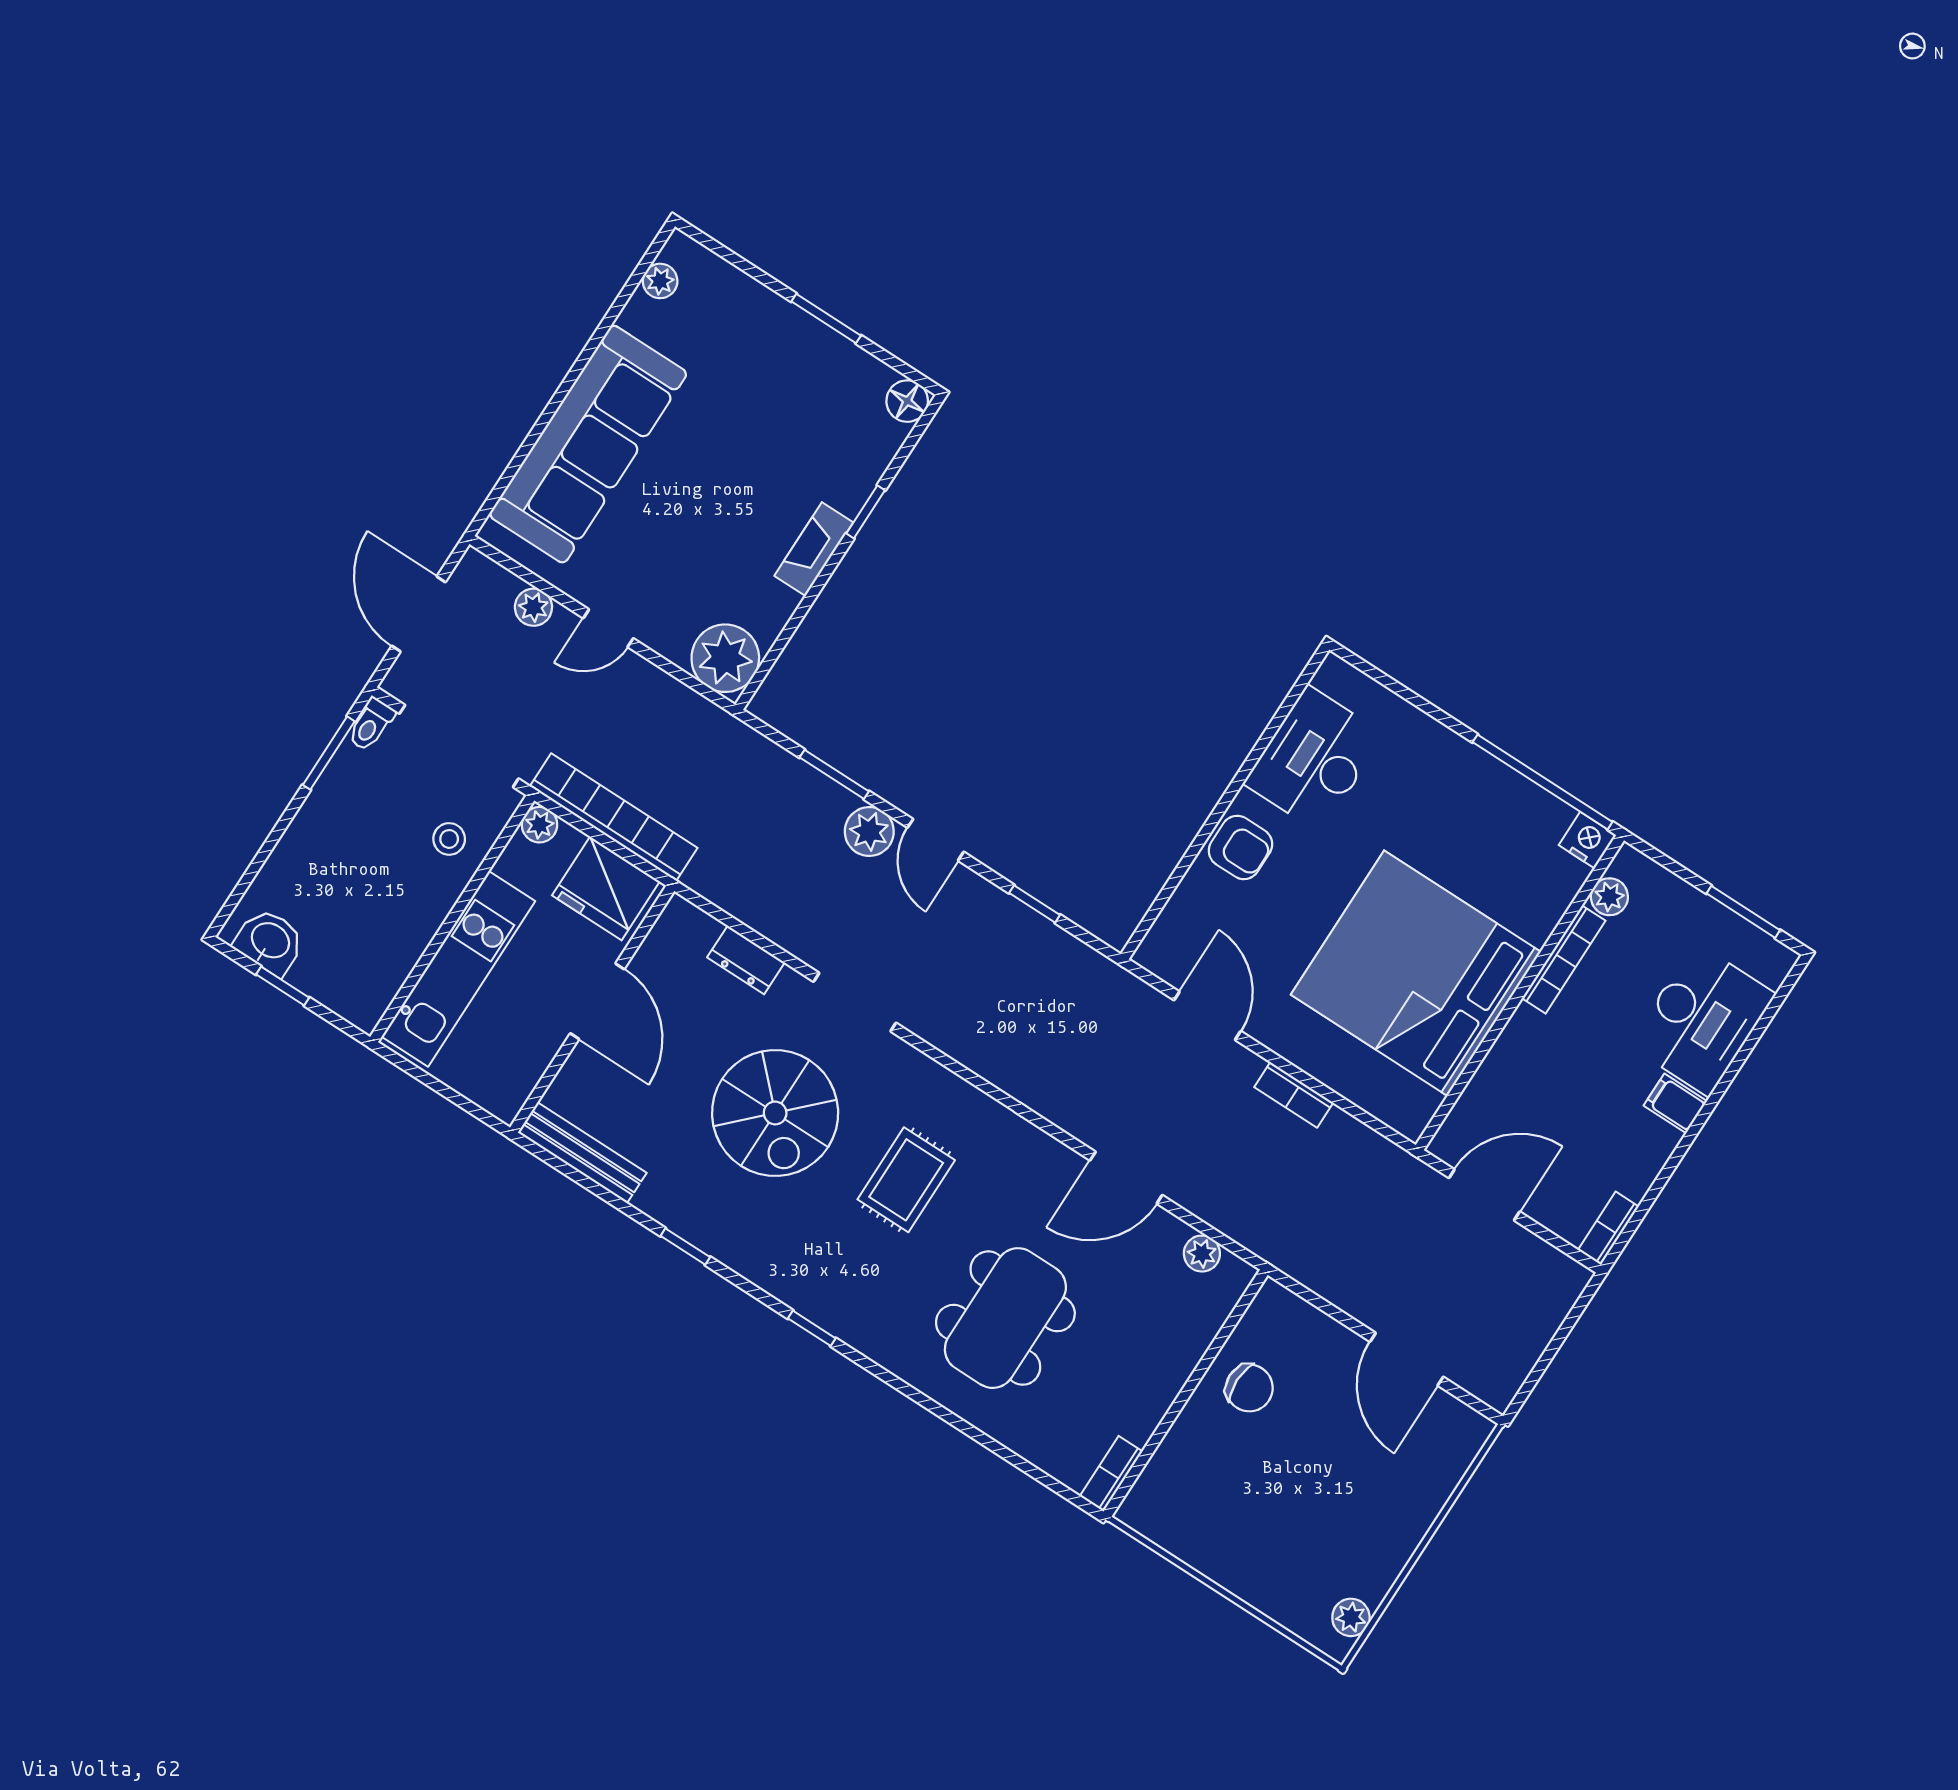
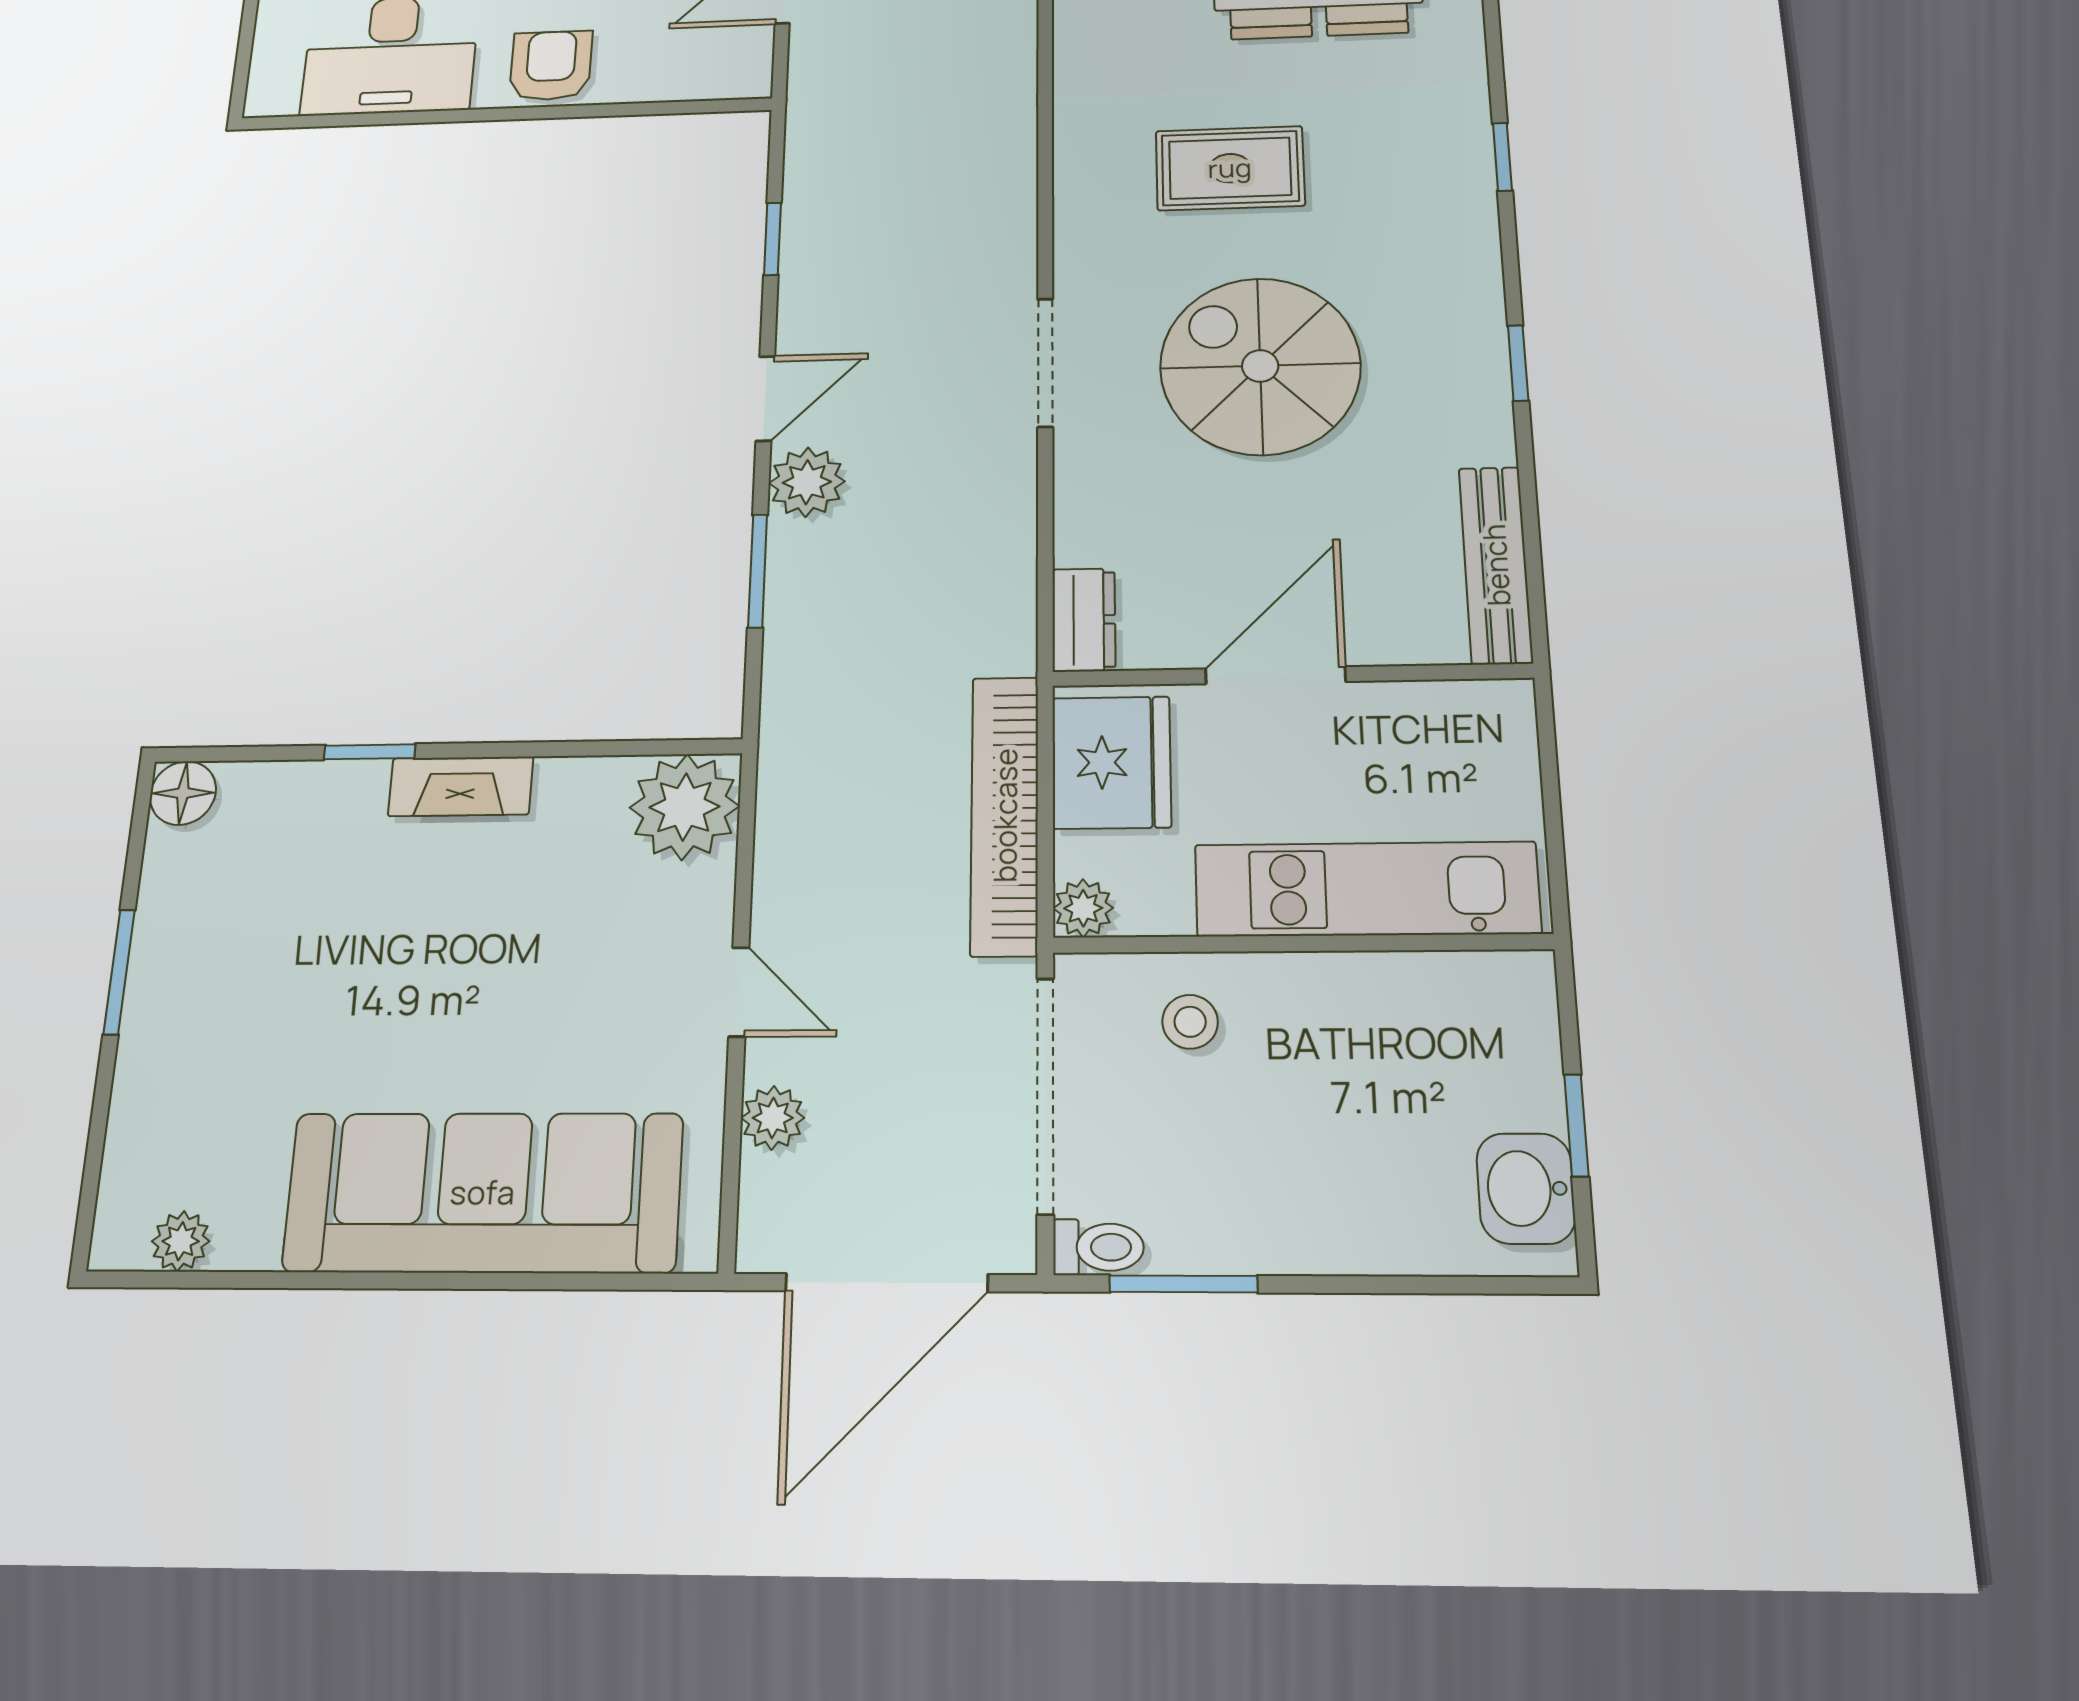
door: (419, 614) -> (887, 1283), width x1.36
dresser: (746, 960) -> (1084, 620), moved
spiral stairs: (775, 1113) -> (1260, 366), turned -90

